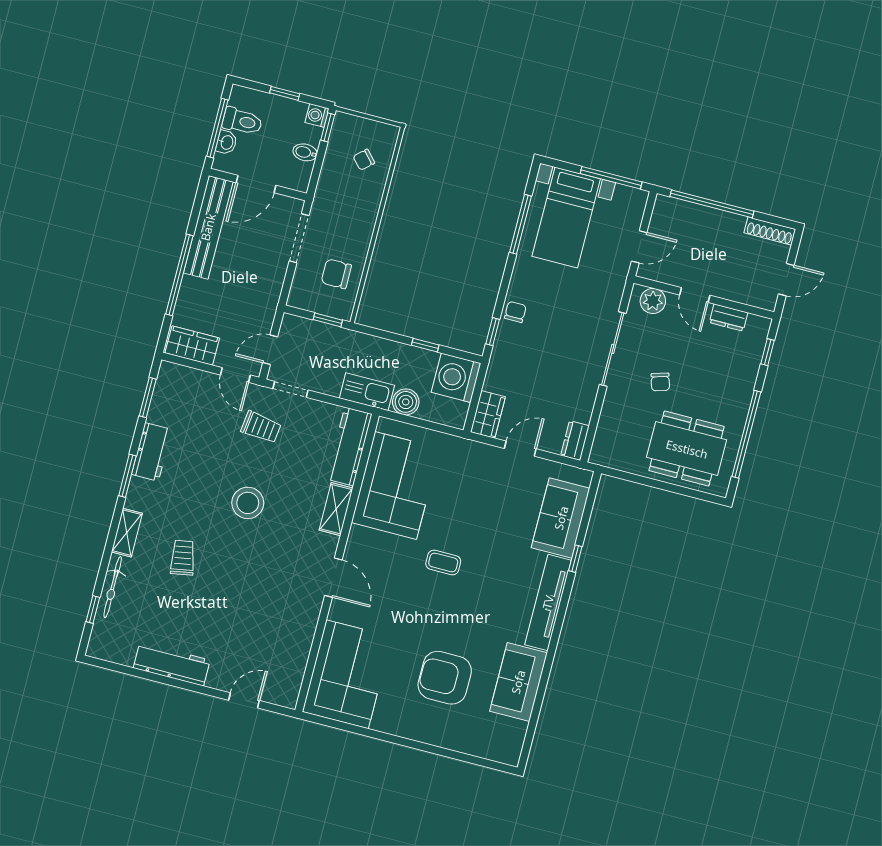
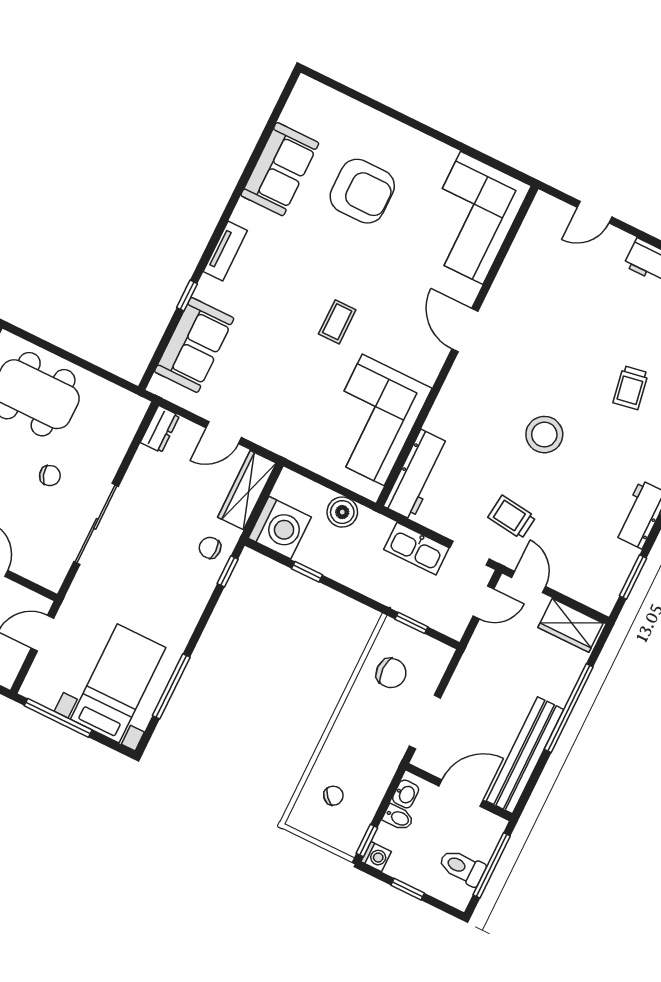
washbasin: (227, 142) -> (406, 794), moved, turned 180
plant: (653, 301) -> (39, 569), removed
chair: (515, 312) -> (210, 548), moved, turned 90
chair: (660, 382) -> (50, 476), turned 90
kitchen sink: (367, 392) -> (416, 549), moved
wardrobe: (488, 414) -> (247, 490), width x1.50
shelving: (336, 509) -> (446, 407), removed
coffee table: (443, 562) -> (337, 322), turned 90
tv unit: (548, 602) -> (225, 251), width x0.52, depth x0.78

